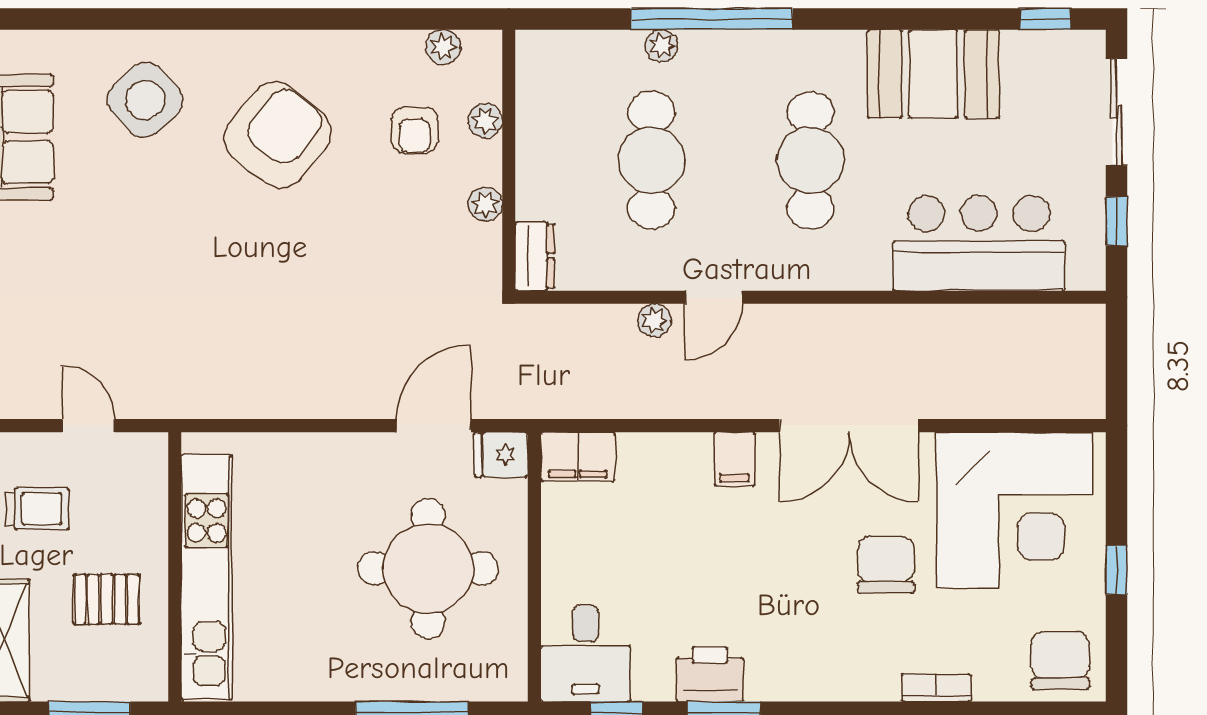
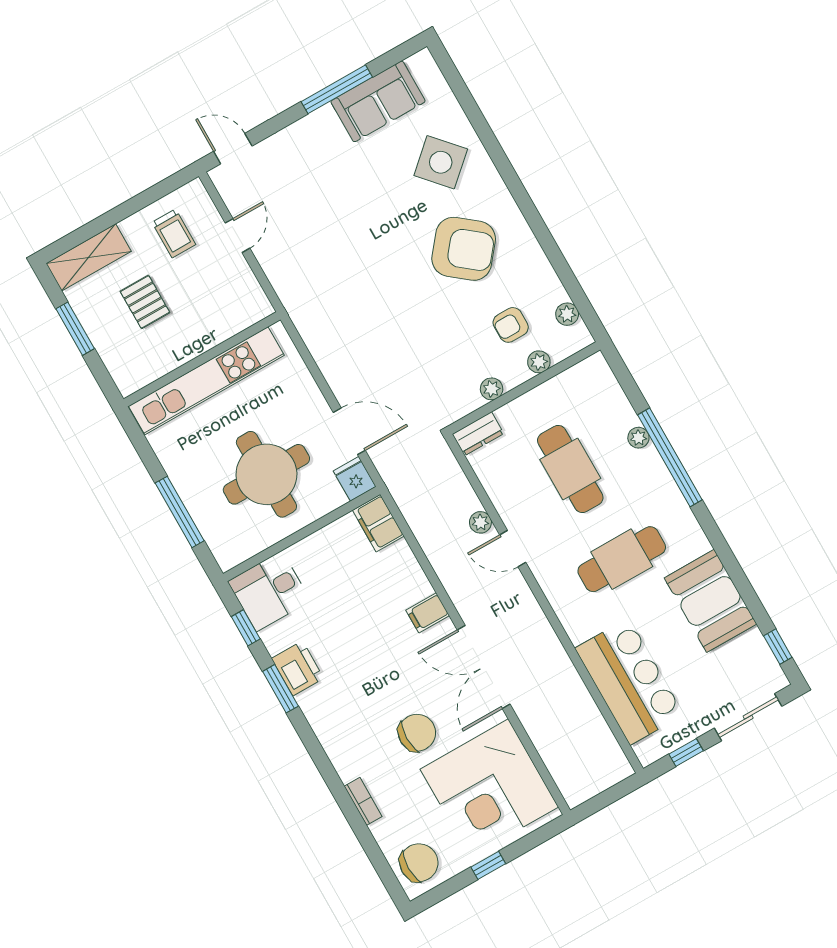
cafe table: (651, 160) -> (570, 469), turned 90
wall: (175, 567) -> (202, 359), moved
kitchen unit: (207, 577) -> (206, 381), moved

